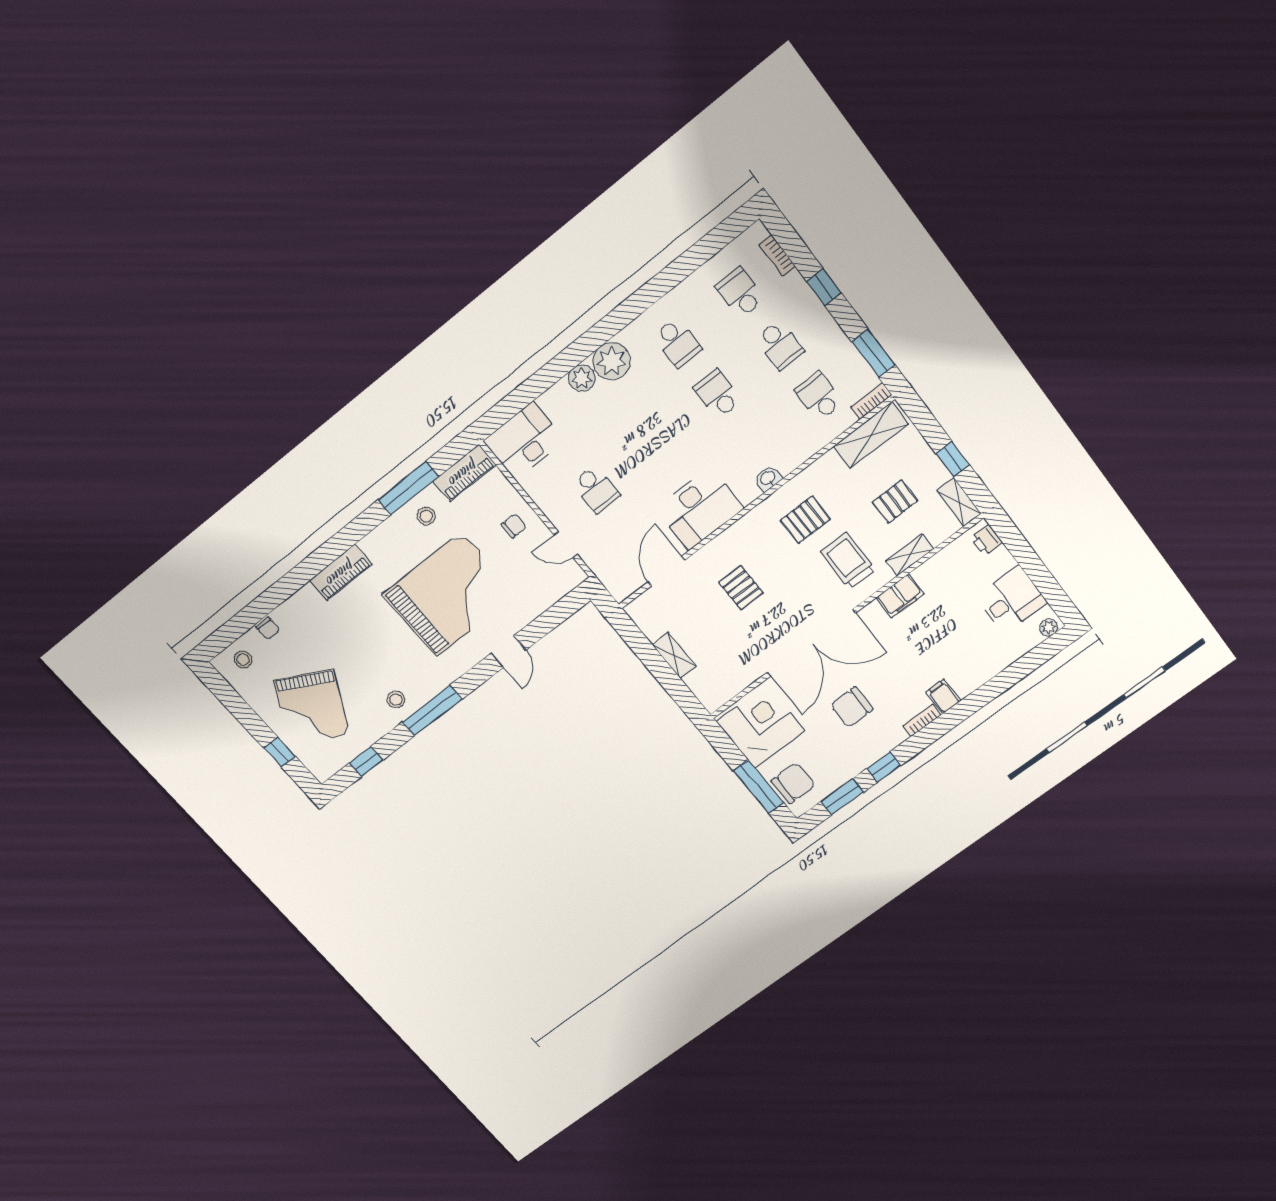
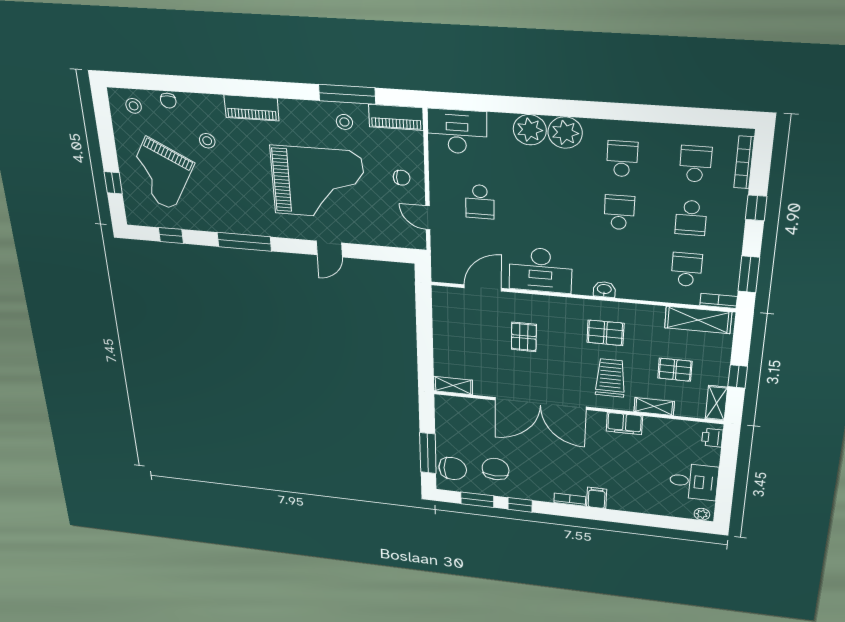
bookcase: (777, 256) -> (744, 162), width x1.56
school desk: (677, 343) -> (622, 159), turned 180
plant: (582, 378) -> (530, 130), width x1.36, depth x1.36
shelving: (674, 655) -> (453, 386), moved, turned 90
stool: (396, 700) -> (207, 141), moved
chair: (852, 707) -> (495, 469), moved, turned 90
corner desk: (761, 726) -> (461, 423), removed

